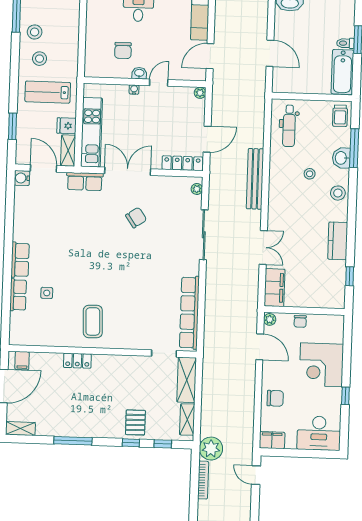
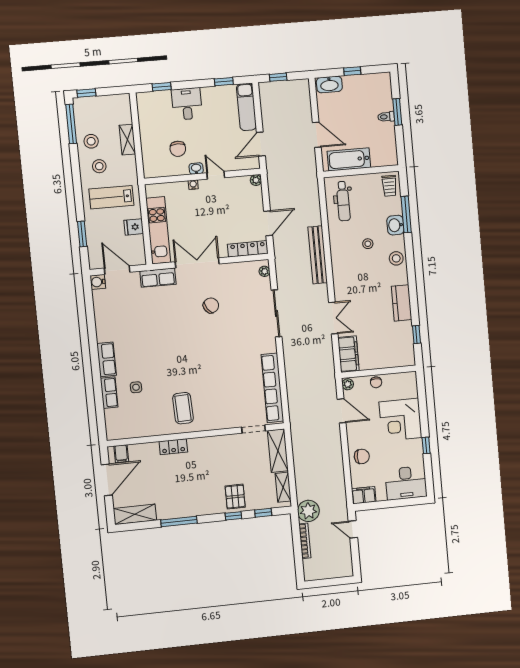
bathtub: (342, 72) -> (349, 159), moved, turned 90
door: (159, 83) -> (216, 175), hinge flipped
shelving: (68, 151) -> (127, 140), moved
shelving: (20, 429) -> (135, 514), width x1.50, depth x1.33

